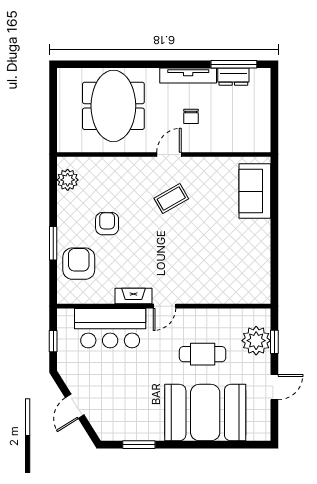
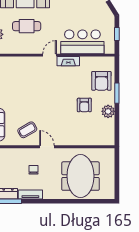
tv unit: (188, 76) -> (30, 194), width x0.71
door: (169, 154) -> (47, 147), swing flipped
plant: (68, 180) -> (108, 111), moved
coffee table: (171, 198) -> (27, 130), moved

